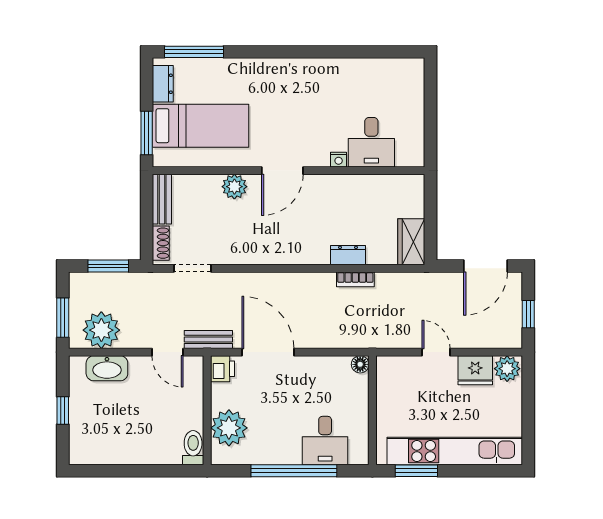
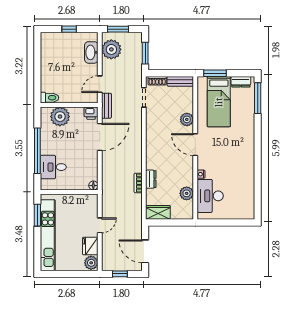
desk: (371, 142) -> (210, 196), width x1.37
plant: (375, 187) -> (187, 193), added

